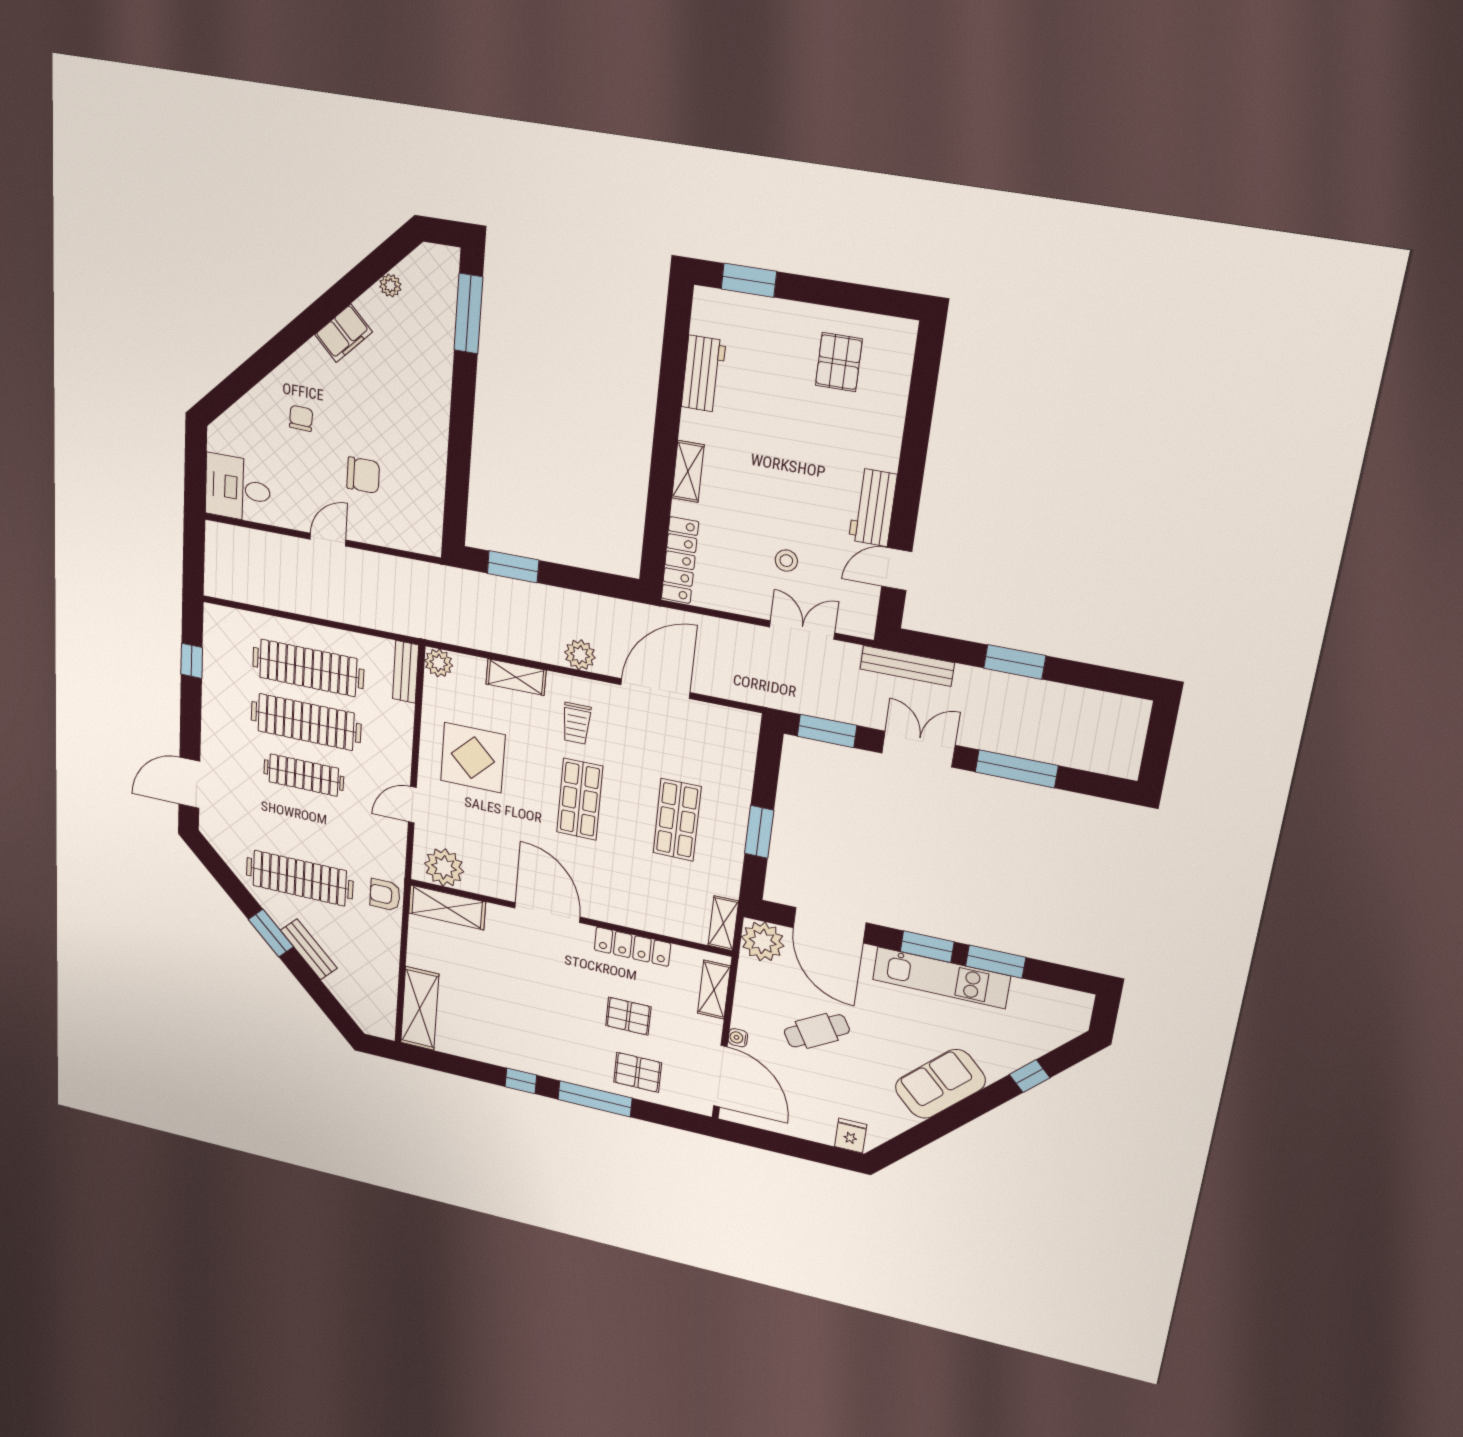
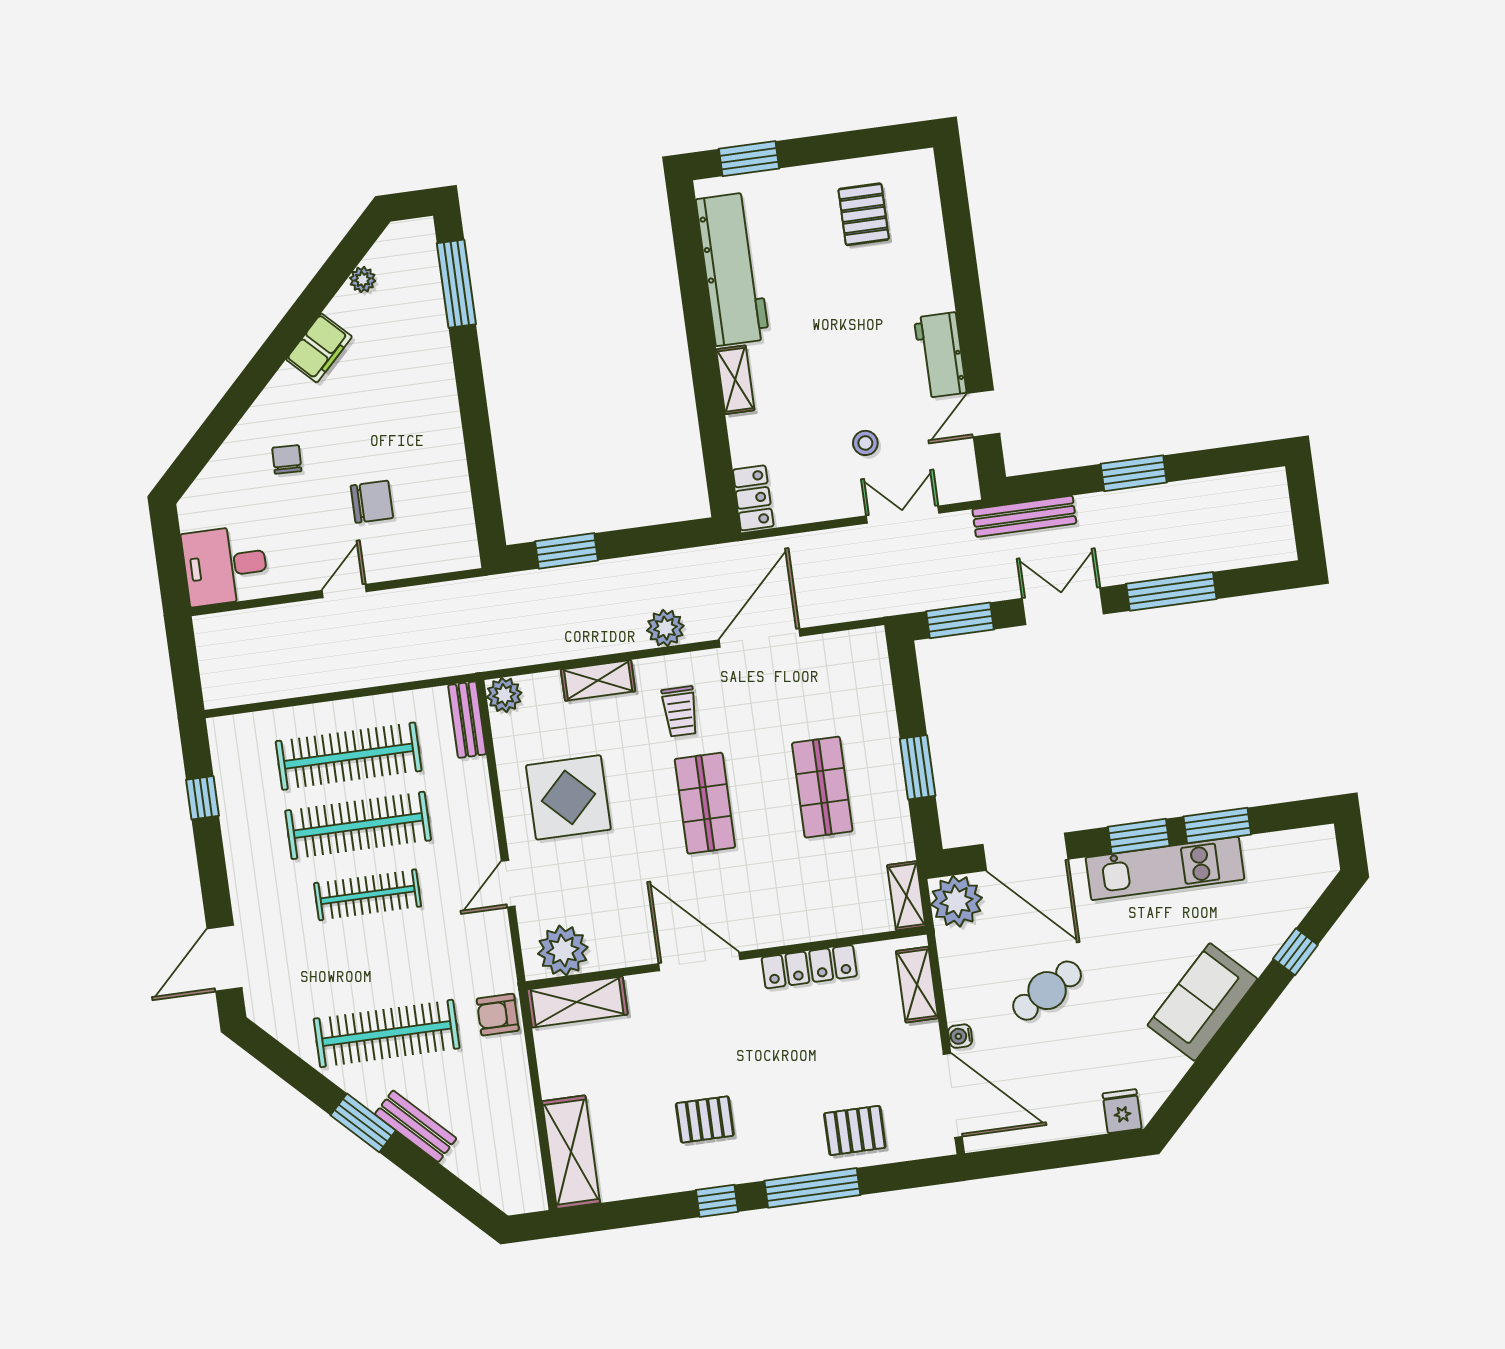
workbench: (703, 374) -> (733, 269), width x1.88, depth x1.32
locker: (680, 560) -> (753, 498), width x0.66
pallet: (628, 1016) -> (705, 1119), moved

